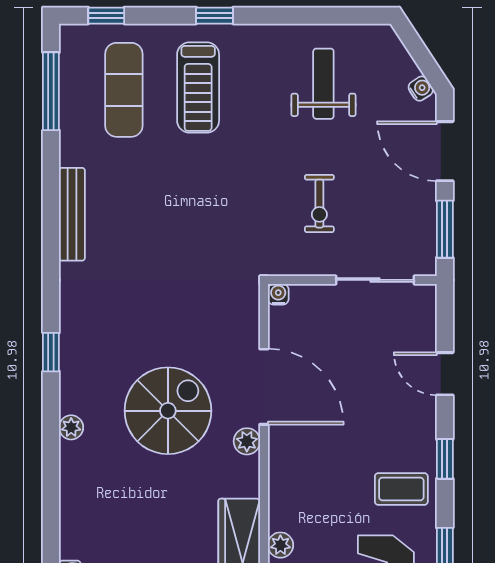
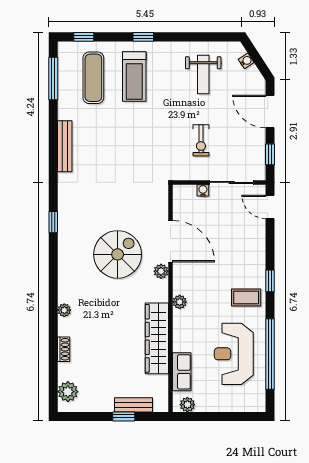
weight bench: (323, 84) -> (203, 74), turned 180
water cooler: (421, 89) -> (246, 61), moved
window: (445, 229) -> (270, 154), width x0.67
water cooler: (278, 294) -> (203, 190), moved
door: (445, 374) -> (270, 207), moved
plant: (71, 427) -> (64, 310), moved
plant: (280, 545) -> (180, 302), moved

